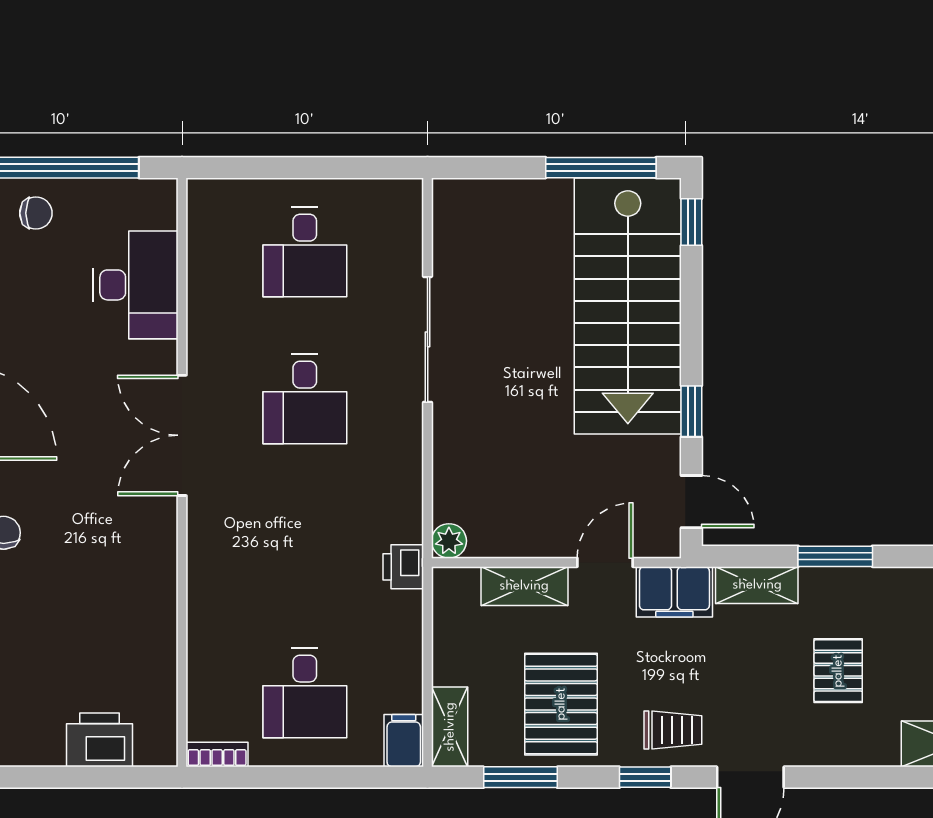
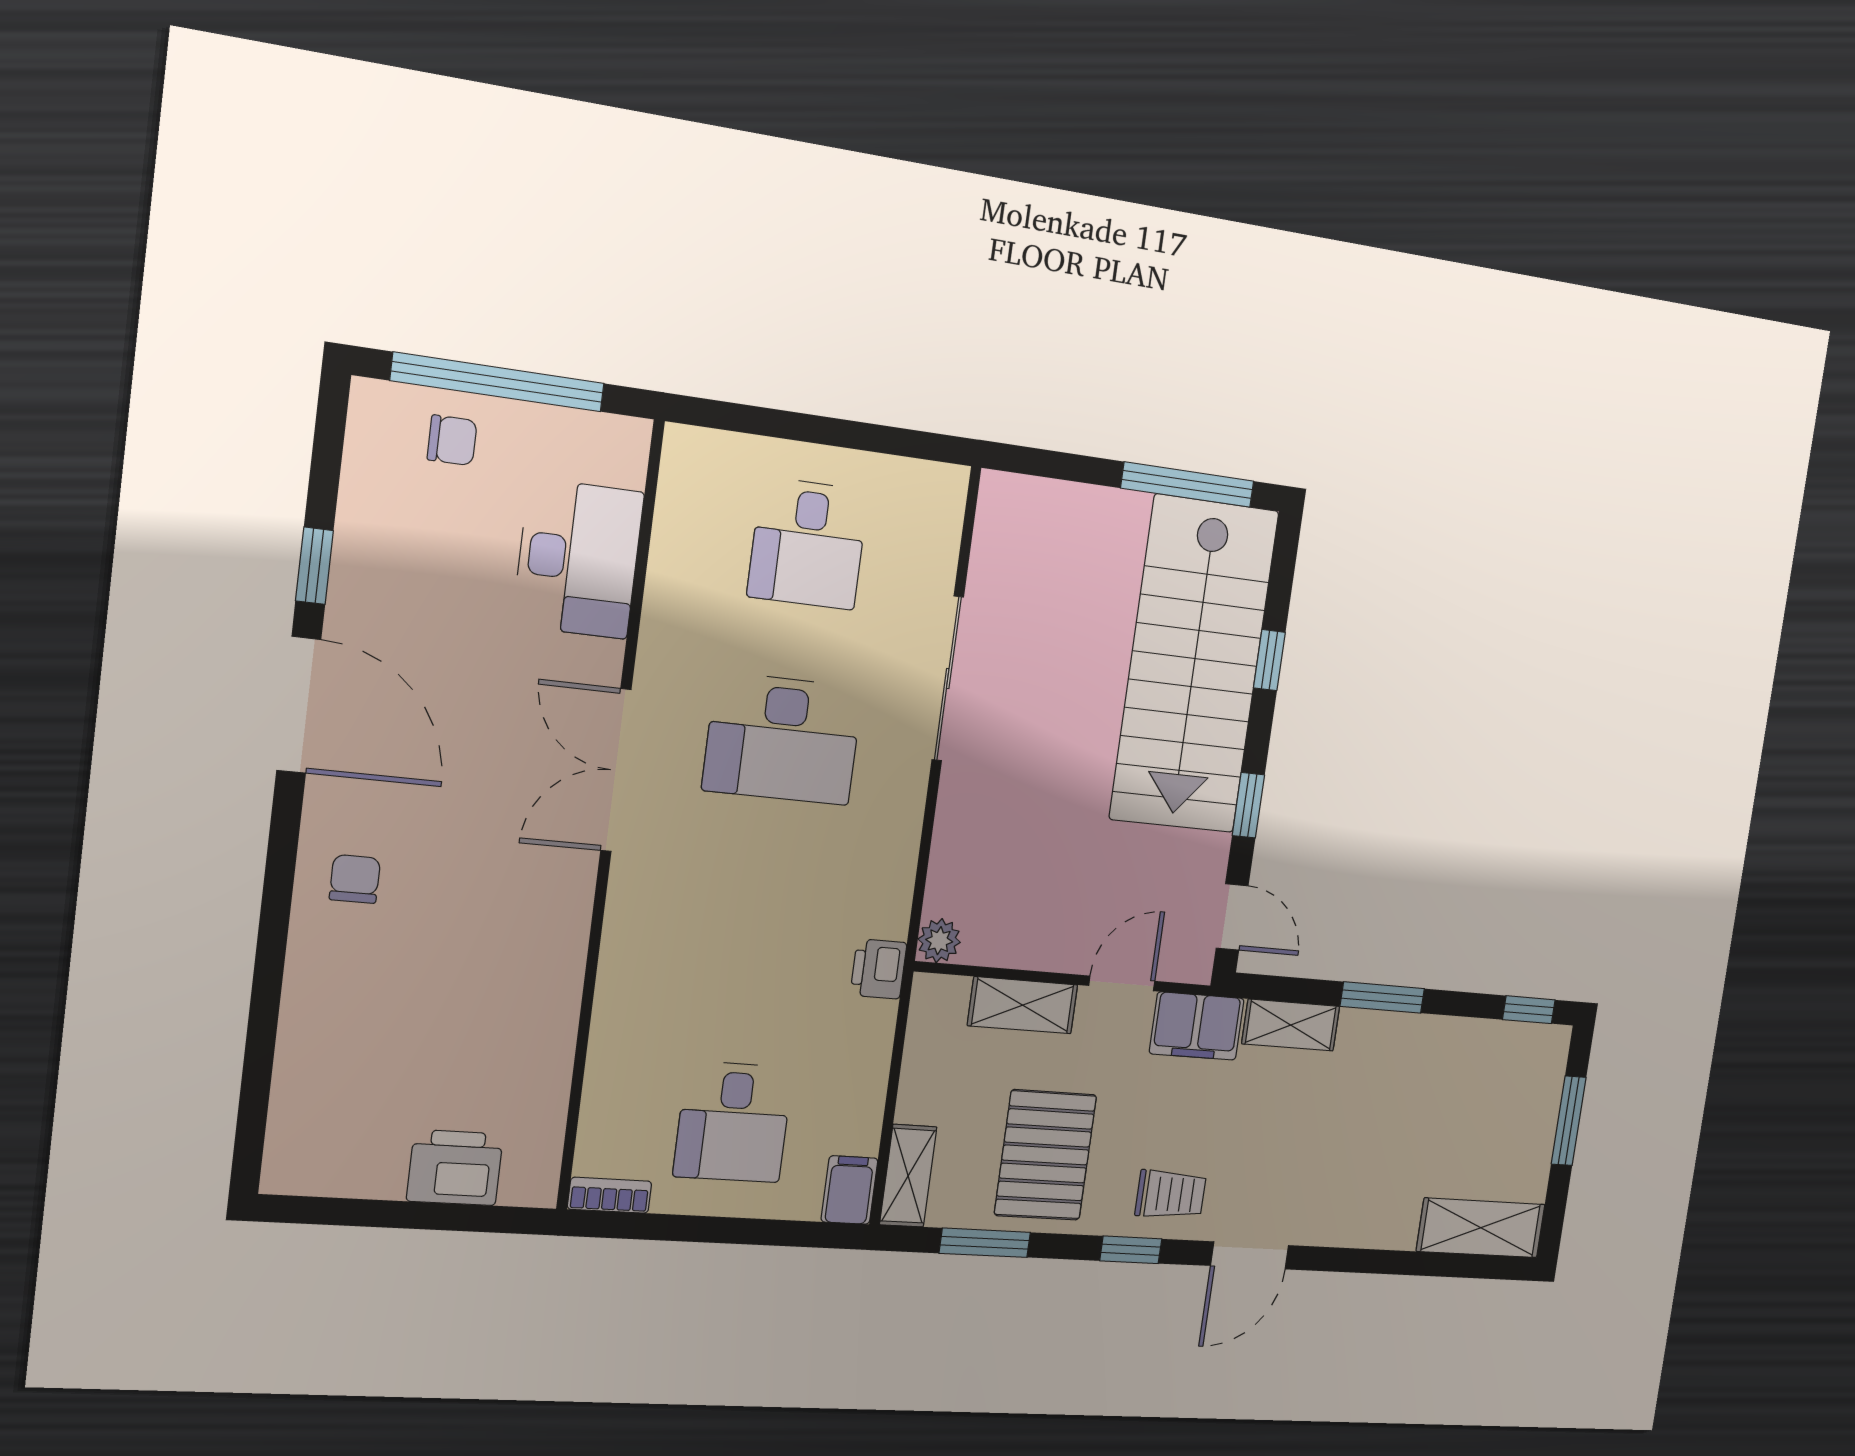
window: (691, 222) -> (1269, 660), moved
desk: (305, 399) -> (783, 739), width x1.37
pallet: (838, 671) -> (1365, 1134), removed

